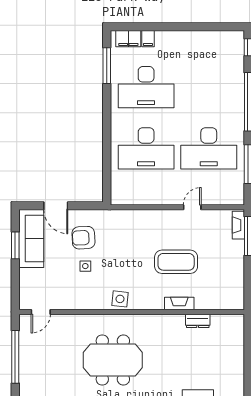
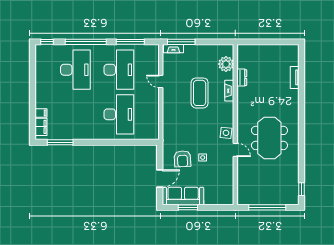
desk: (146, 87) -> (75, 70), moved
plant: (217, 299) -> (226, 64), added
door: (41, 312) -> (235, 150), moved

